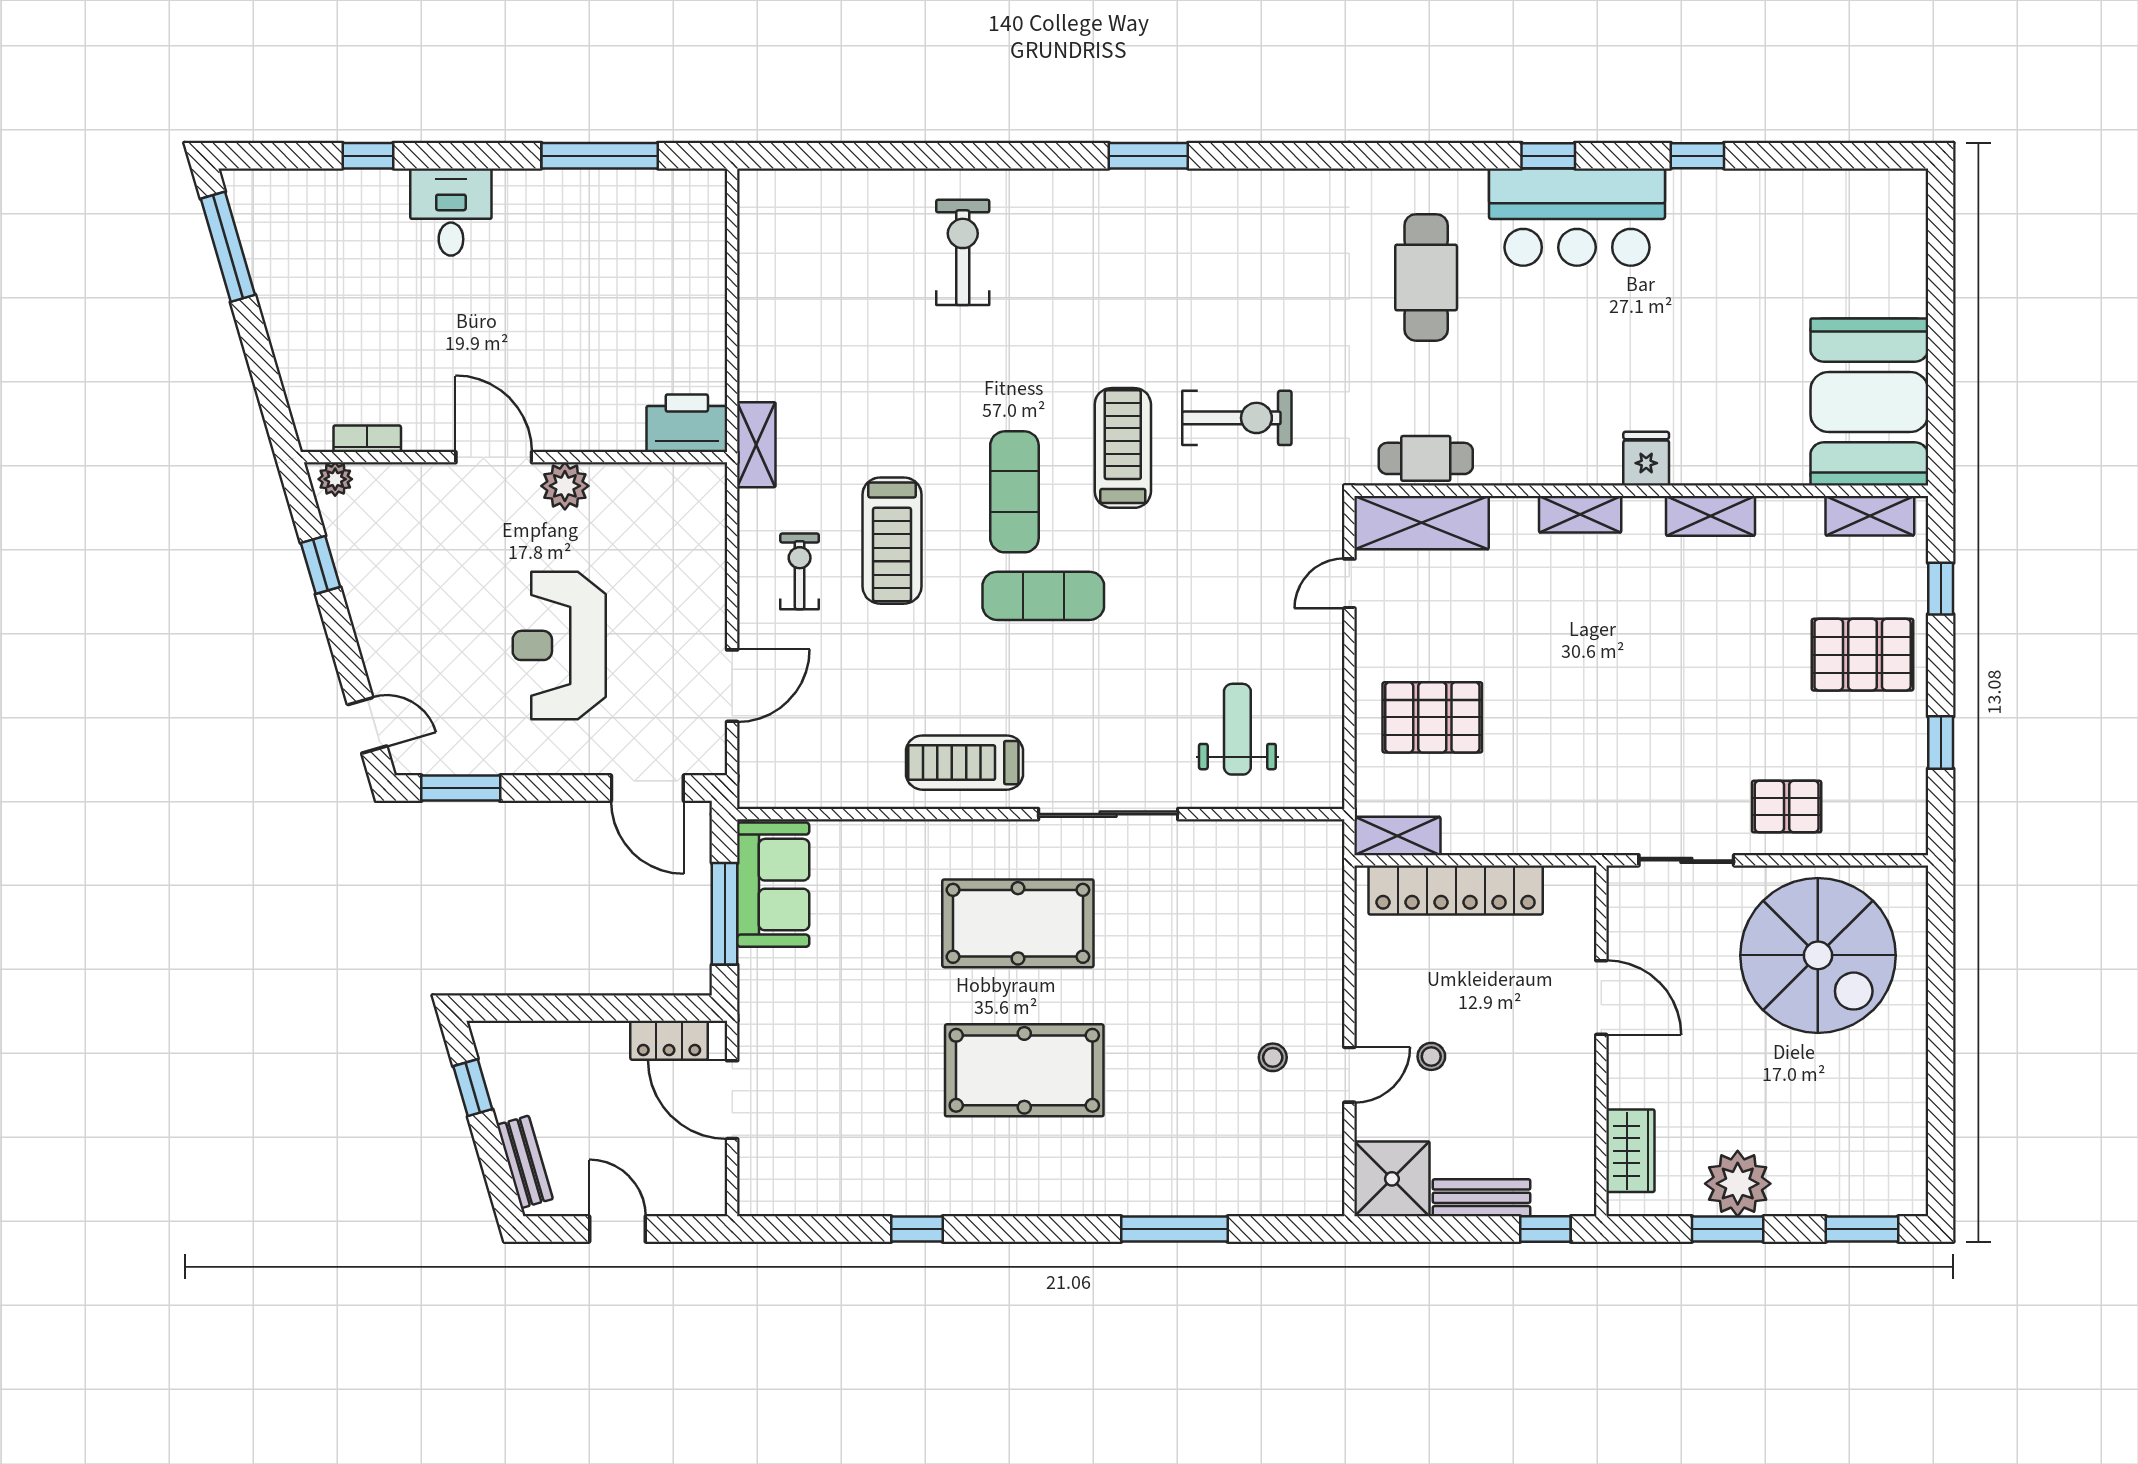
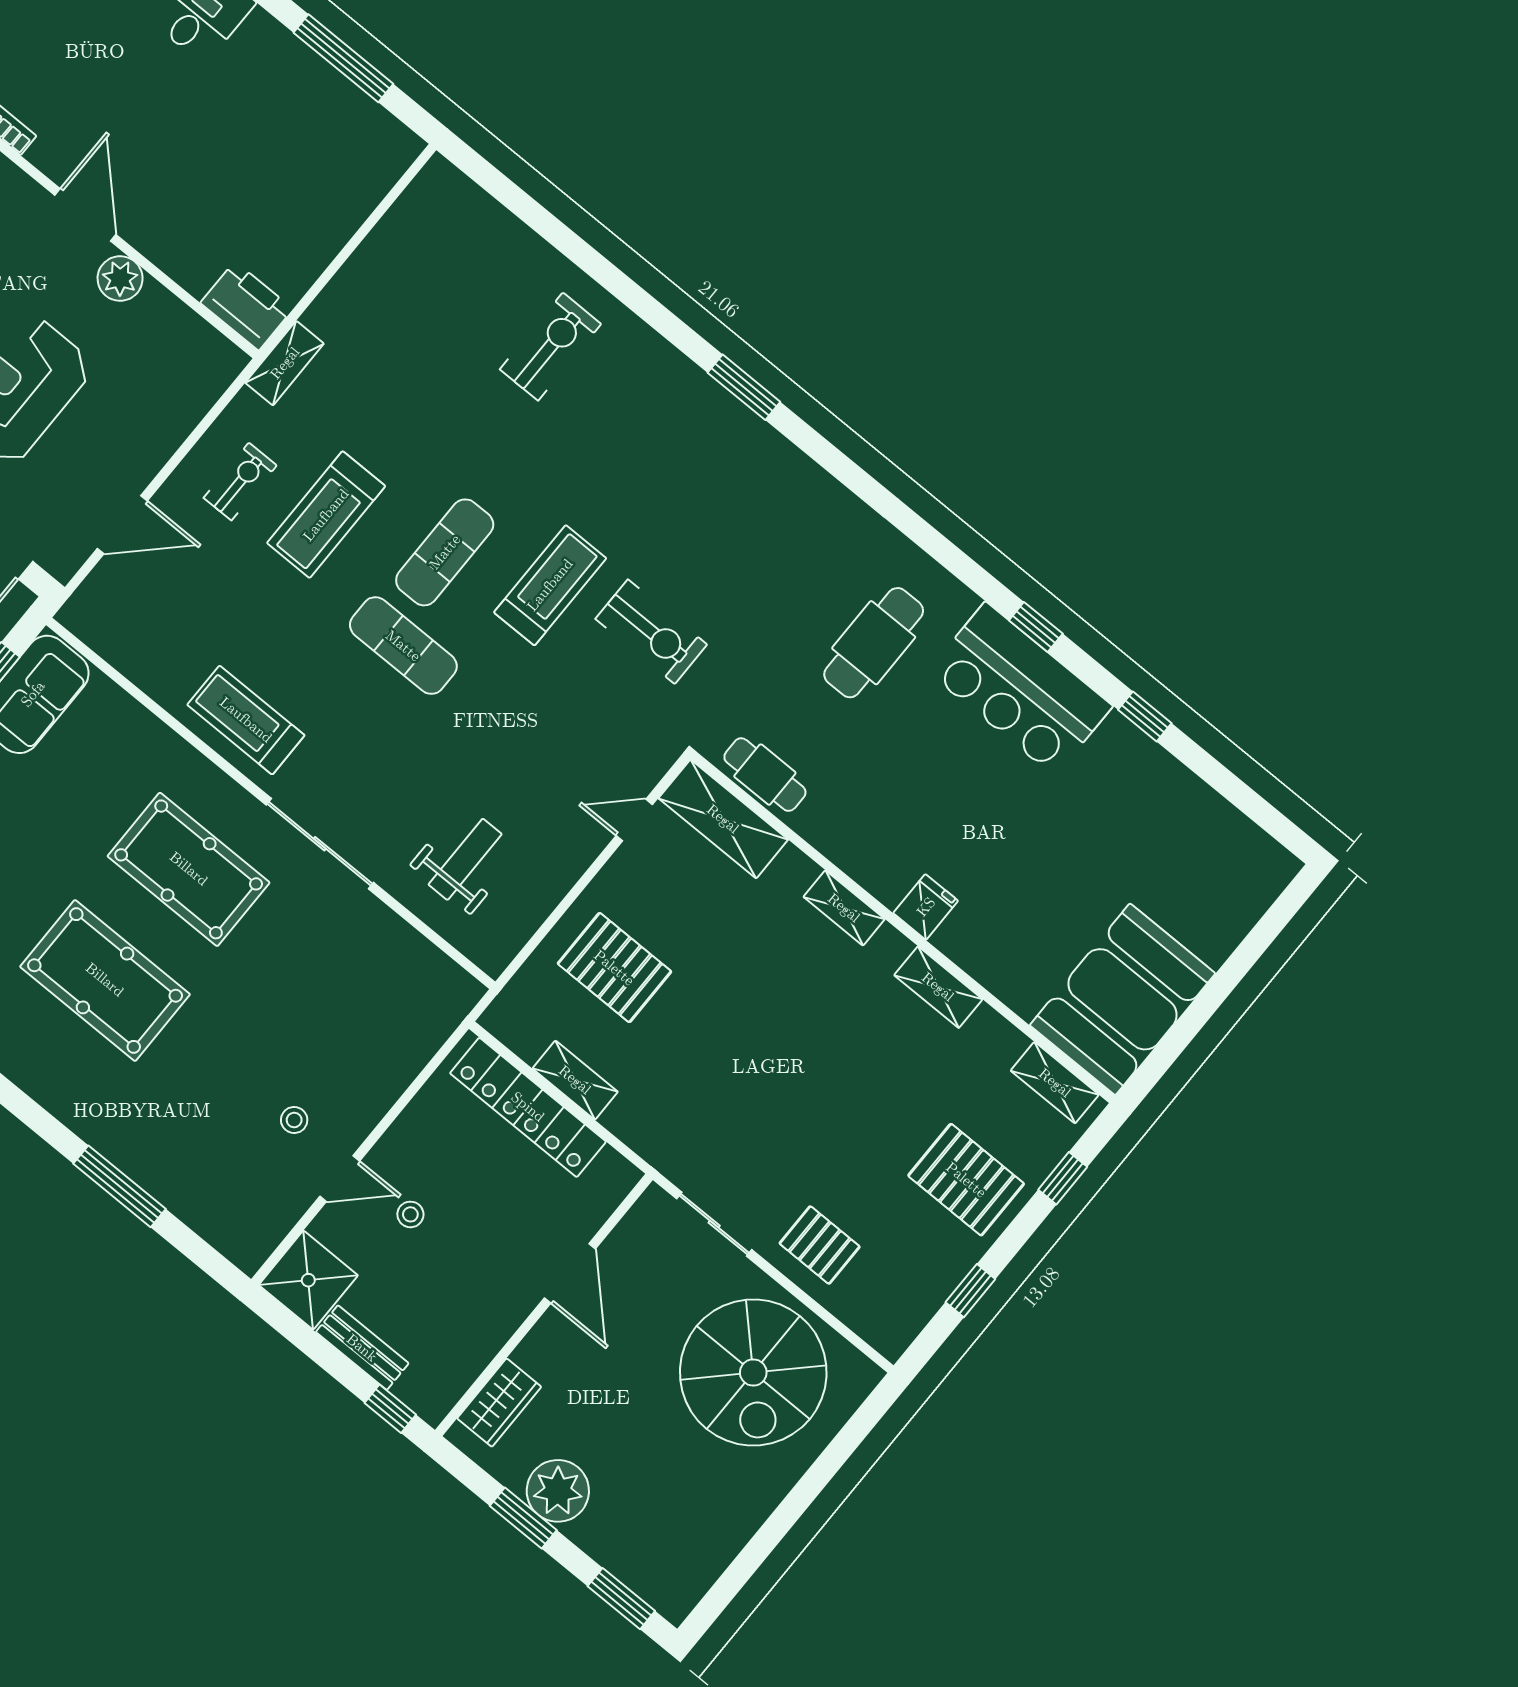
shelving: (1397, 836) -> (575, 1080), moved

